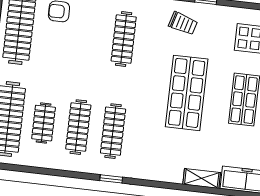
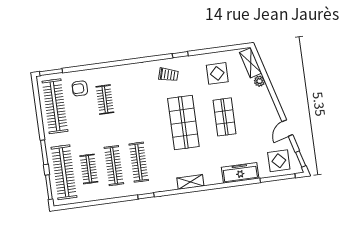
clothes rail: (124, 39) -> (105, 100), moved, width x0.73
shelving: (202, 178) -> (190, 182), moved

